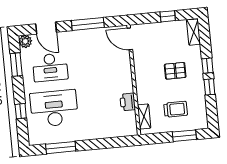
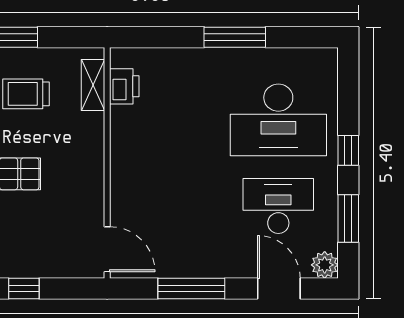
printer: (128, 102) -> (124, 86), moved
window: (21, 111) -> (348, 150), moved
window: (61, 148) -> (235, 37), moved

